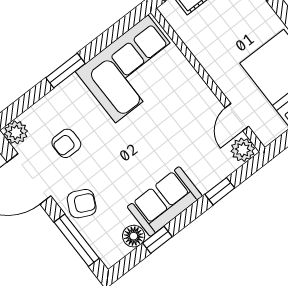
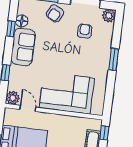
corner sofa: (132, 69) -> (67, 93), moved, turned 90

